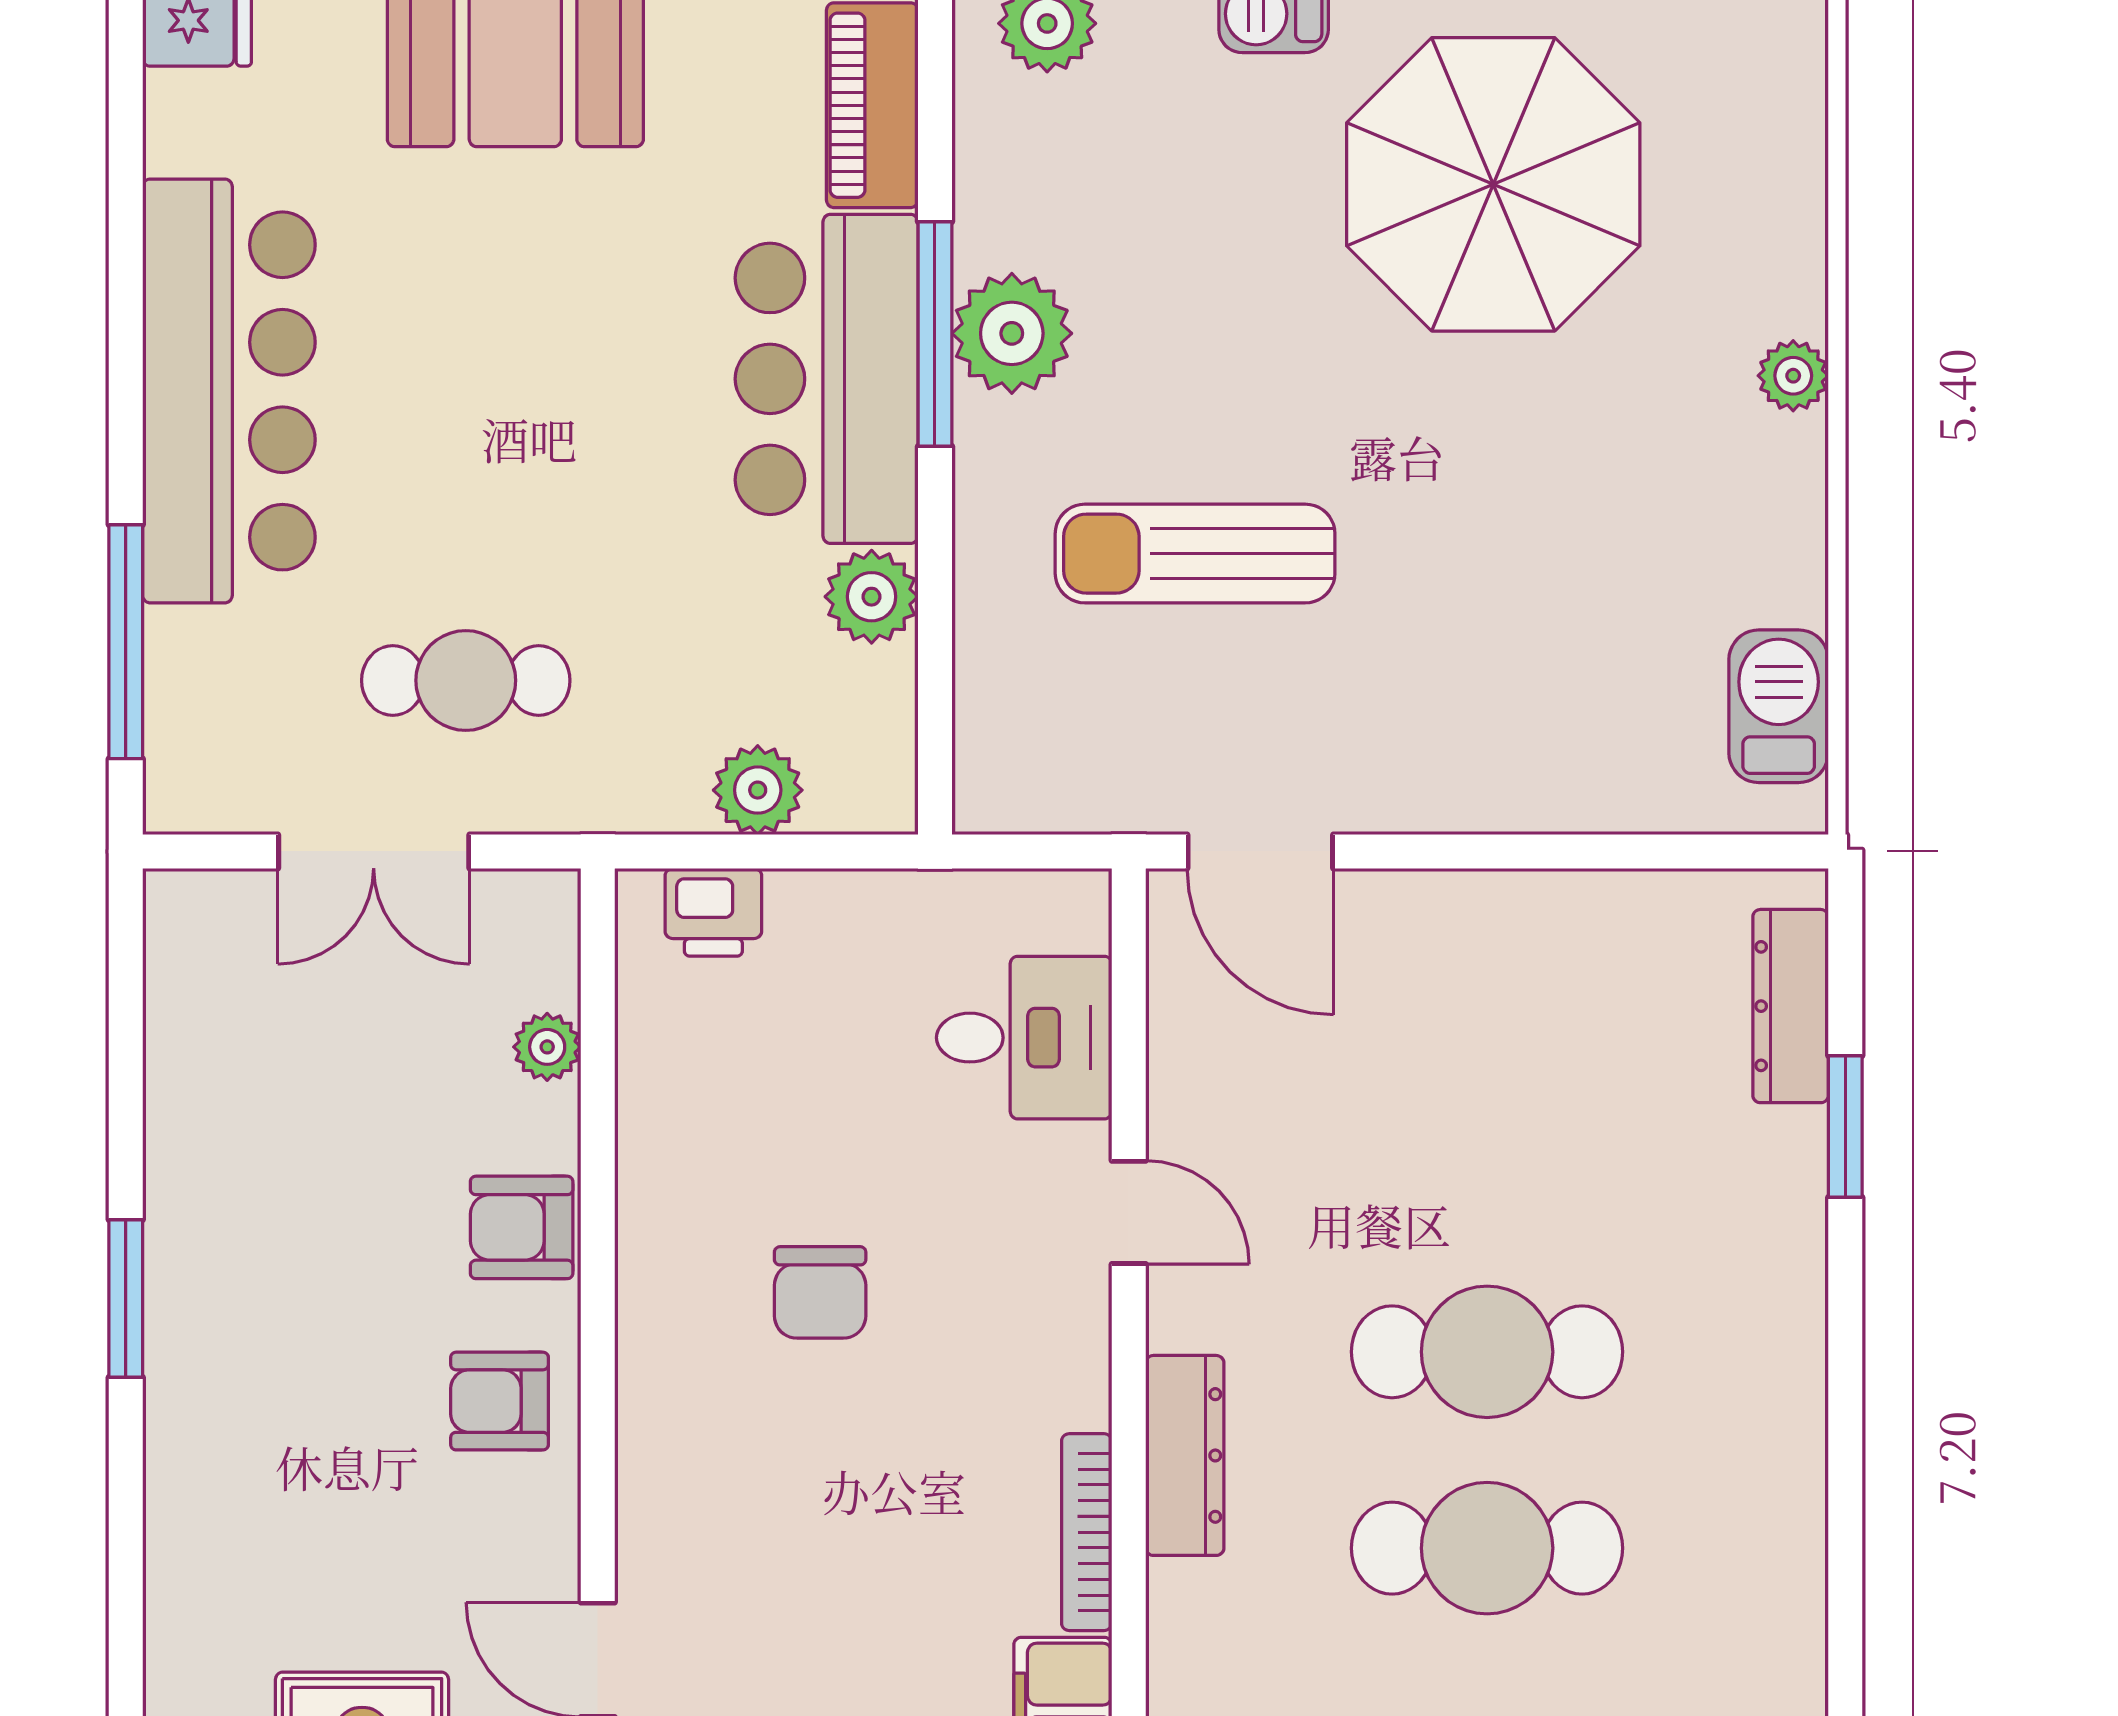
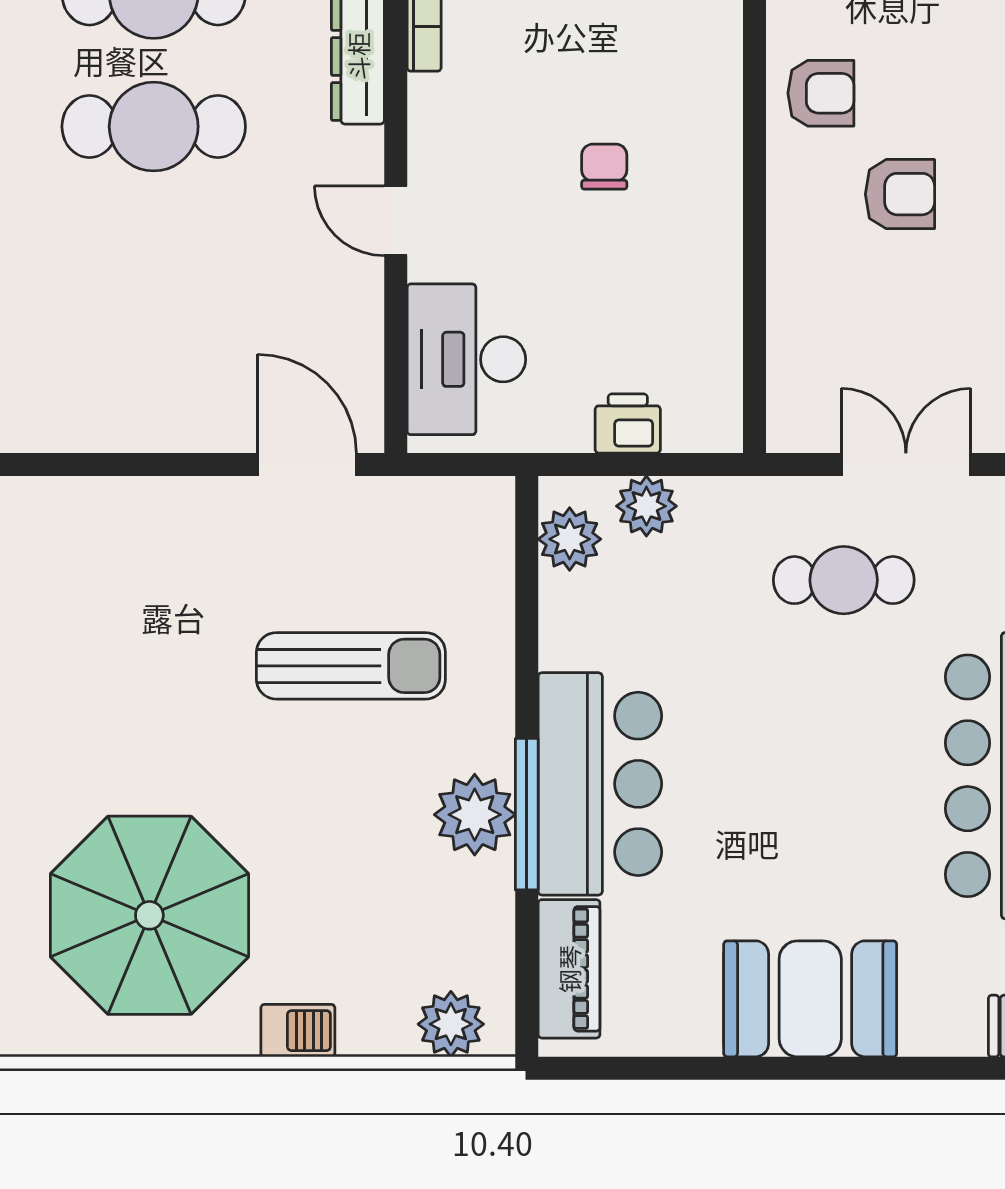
plant: (872, 597) -> (570, 539), moved
printer: (713, 912) -> (628, 424), moved
desk: (1024, 1038) -> (466, 359), width x1.37
plant: (547, 1047) -> (789, 333), removed
armchair: (522, 1227) -> (900, 194), moved
chair: (820, 1292) -> (604, 167), width x0.73, depth x0.73

